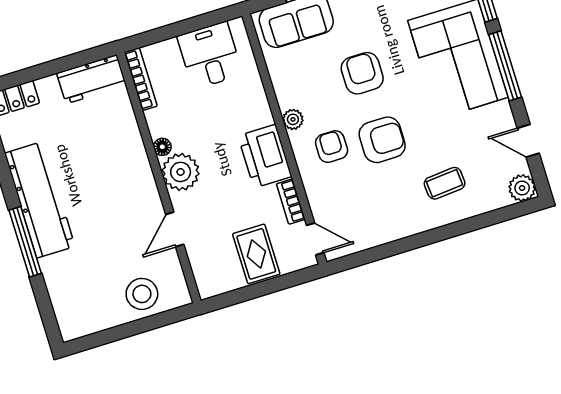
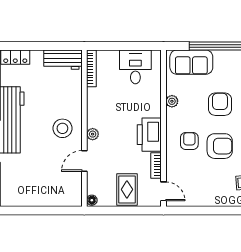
plant: (293, 119) -> (172, 101), moved
floor lamp: (162, 147) -> (92, 200), moved
plant: (181, 172) -> (93, 134), width x0.53, depth x0.53
stool: (142, 294) -> (62, 128), moved

